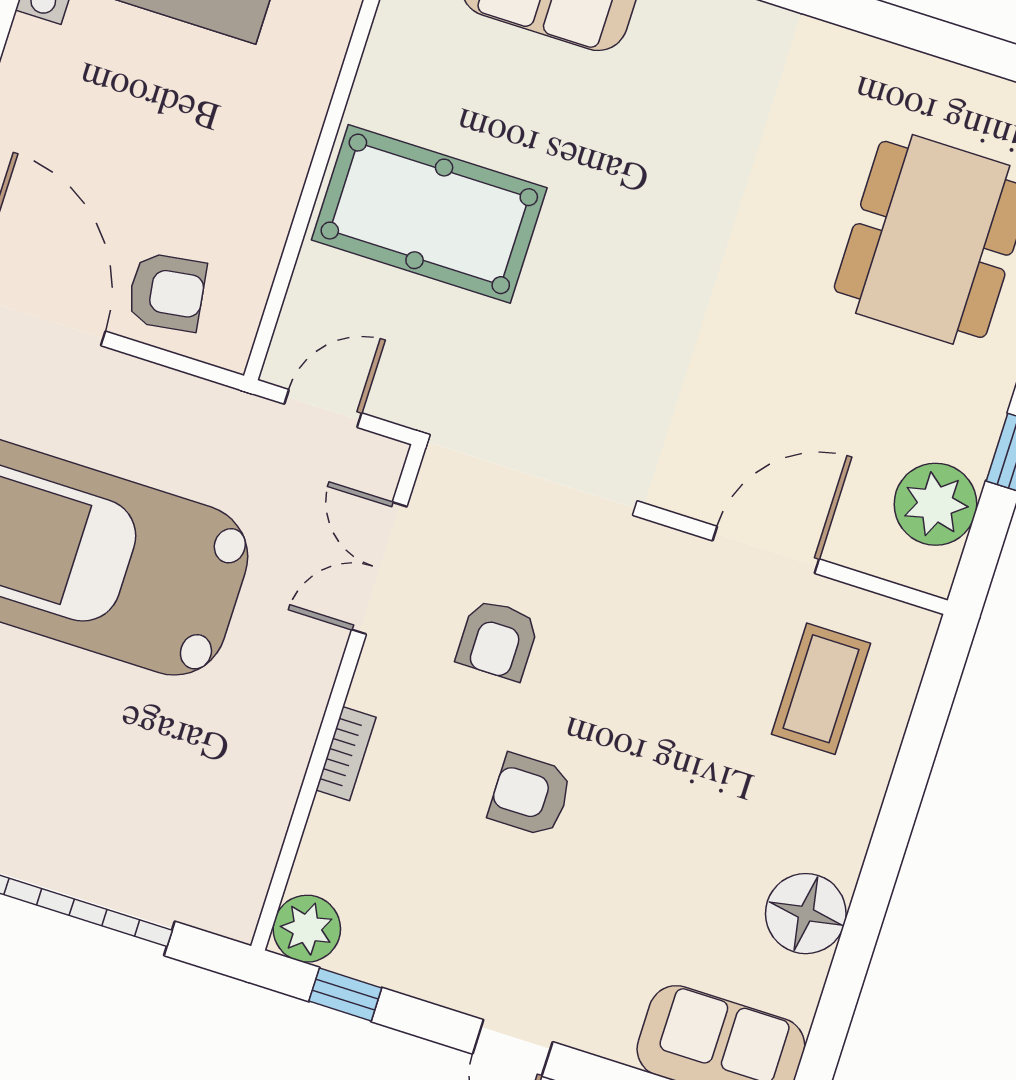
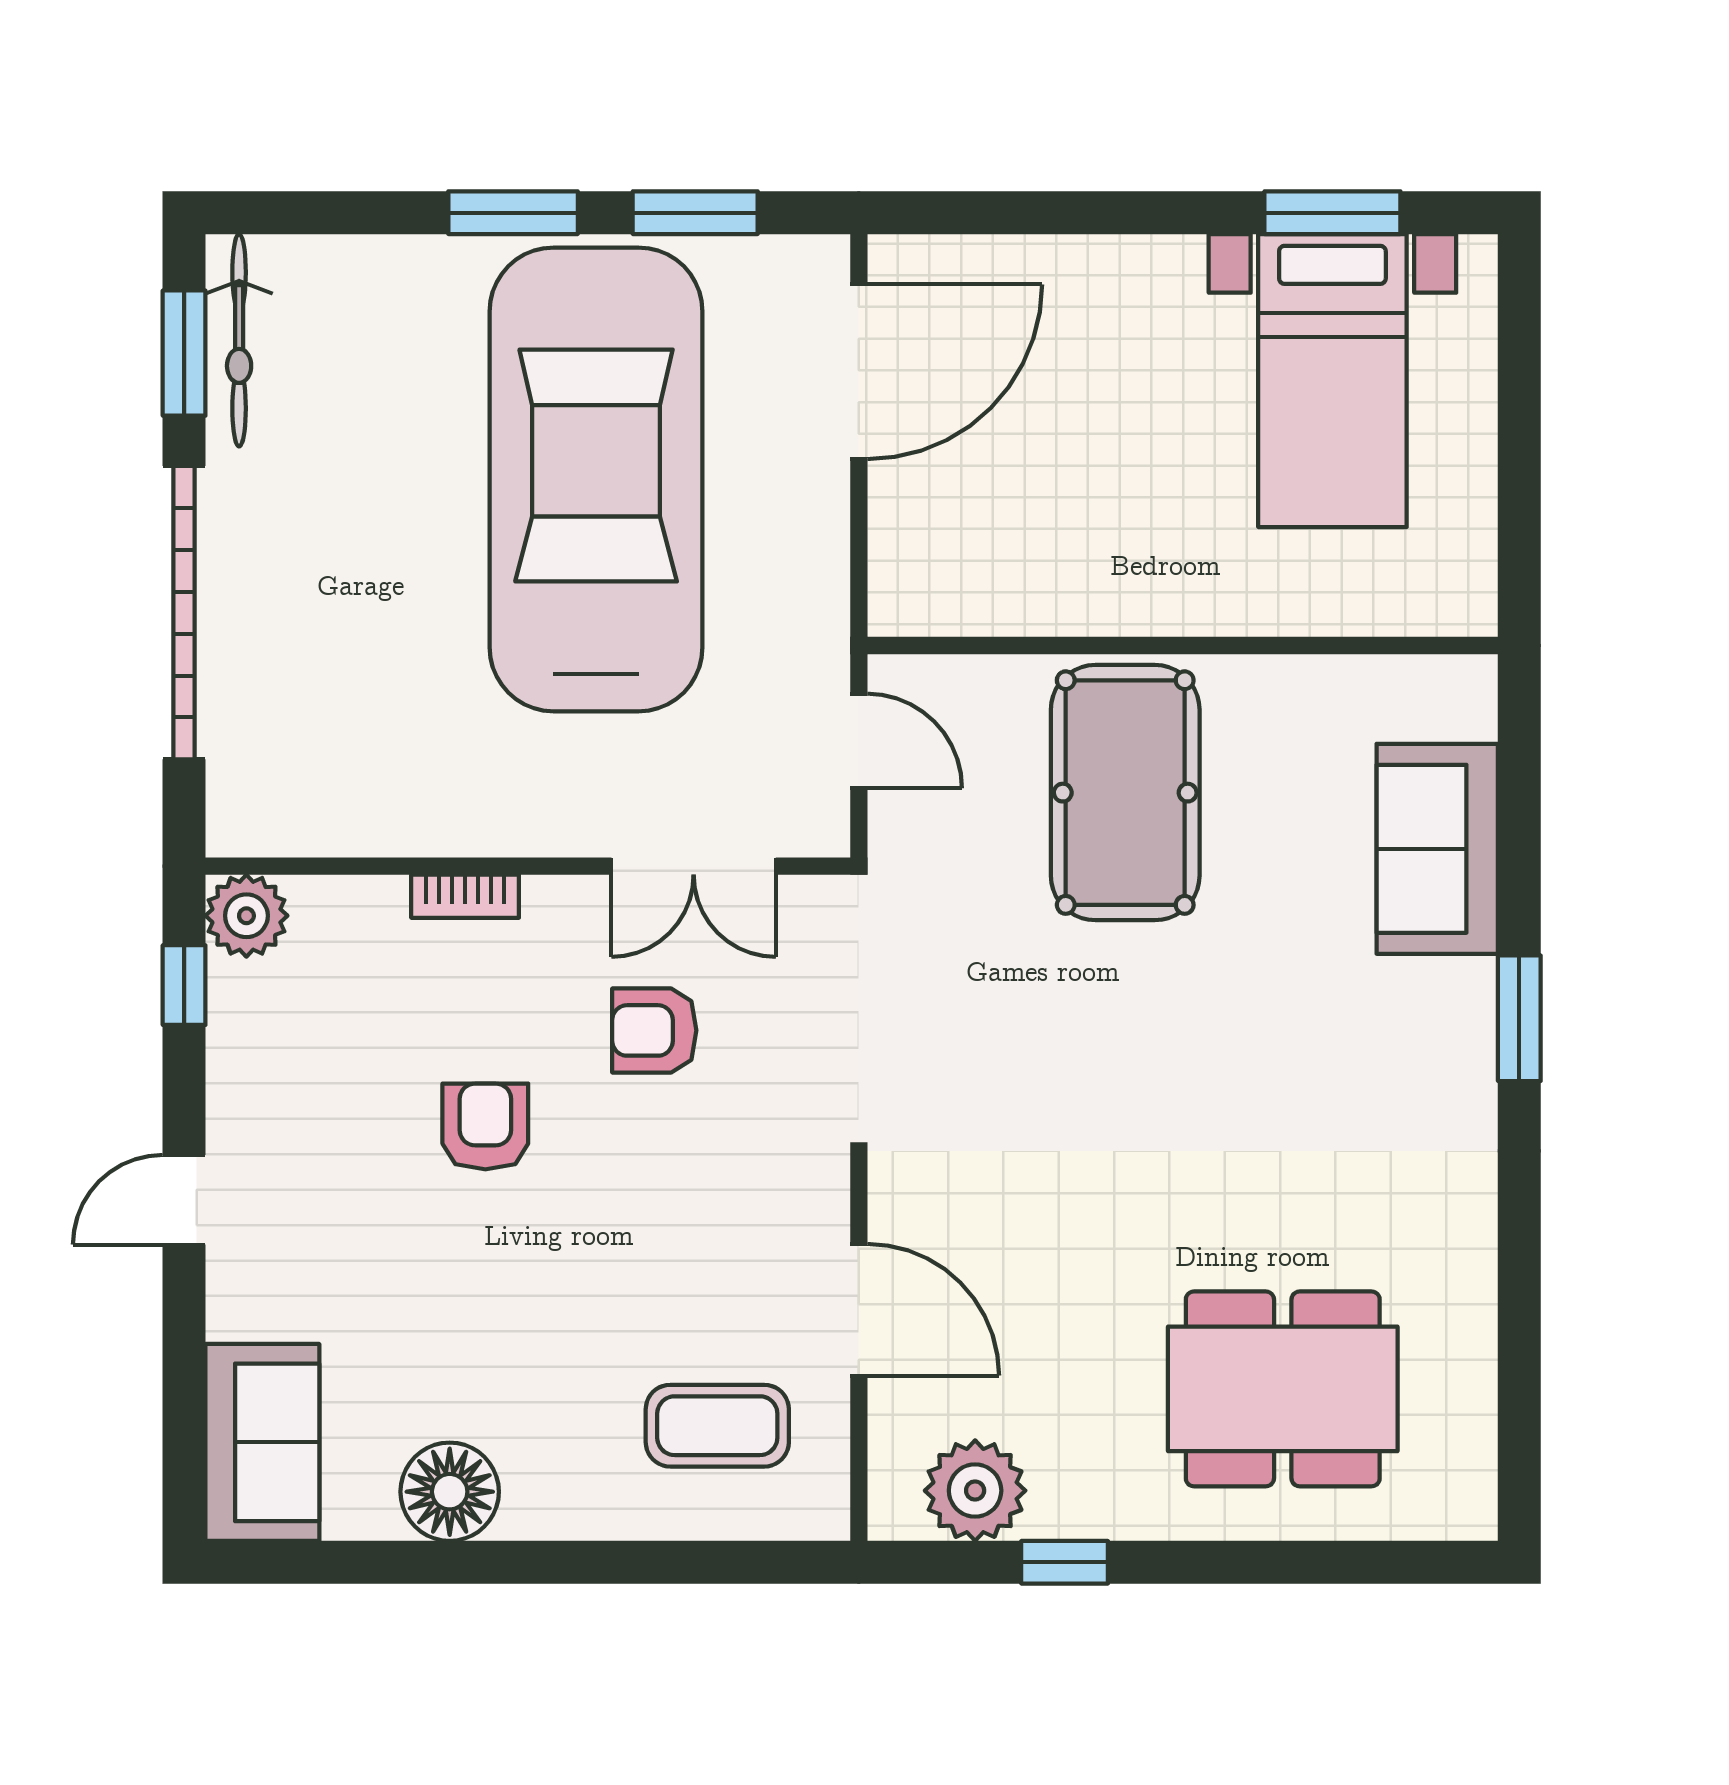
armchair: (167, 292) -> (936, 516), removed
double door: (379, 568) -> (694, 866), swing flipped

